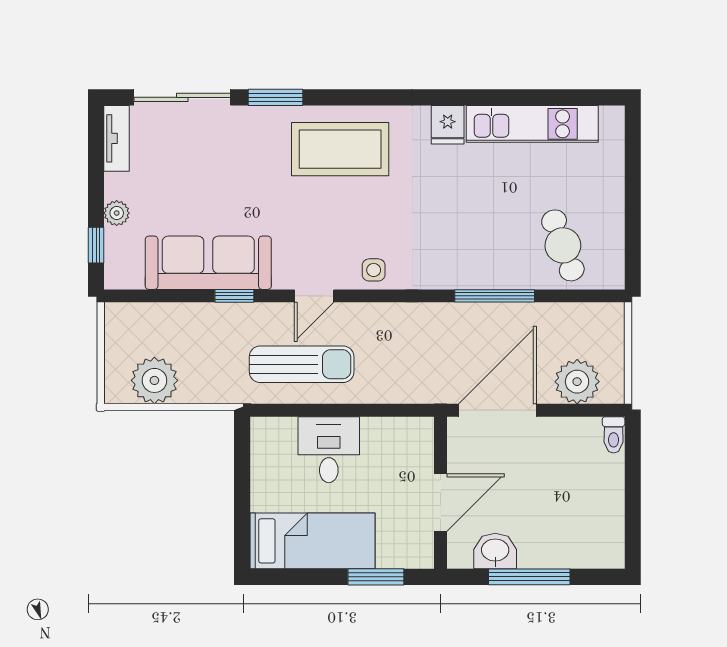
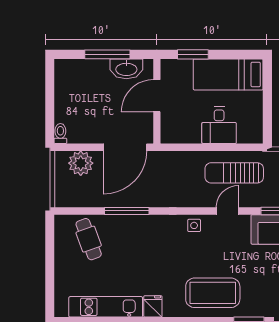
washbasin: (495, 551) -> (126, 69), width x1.38

